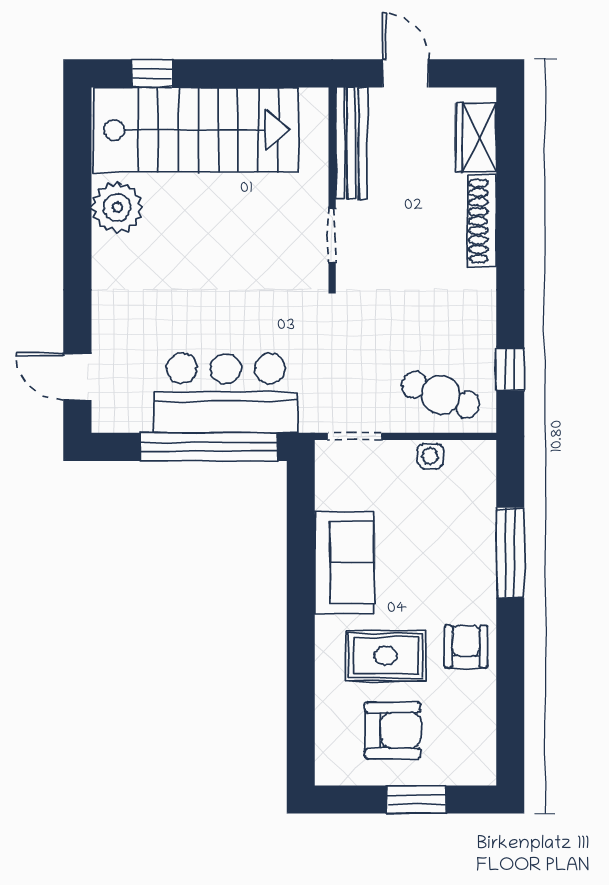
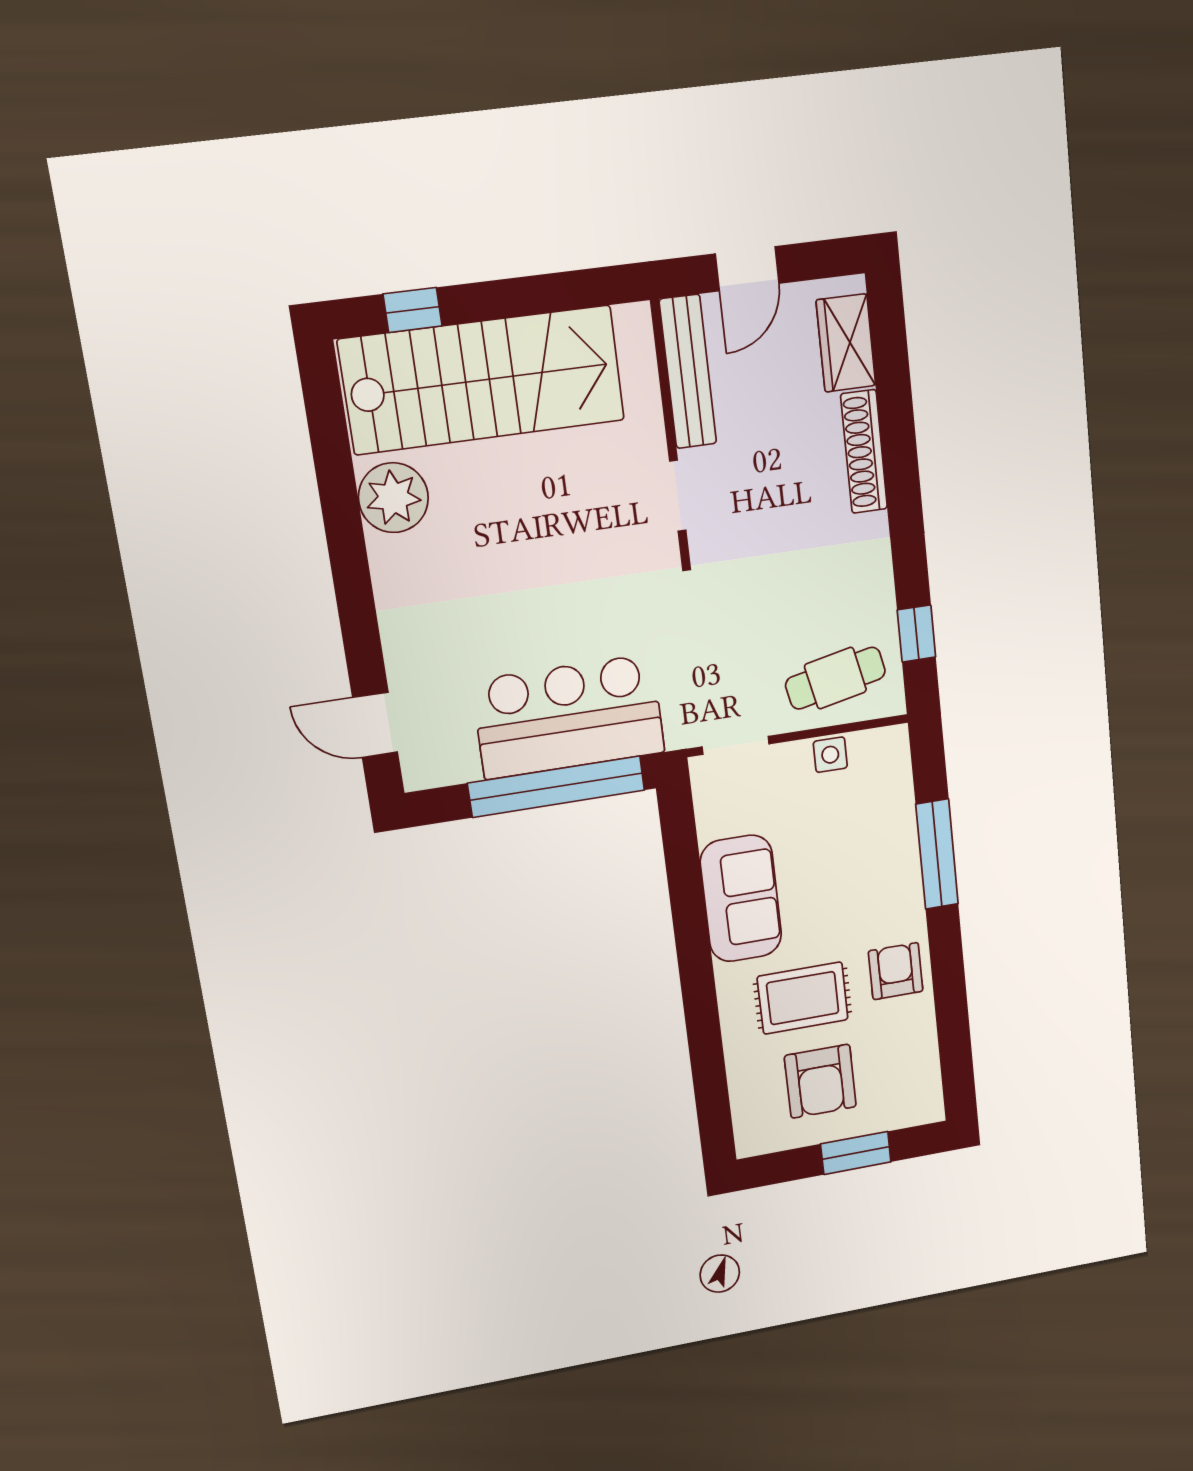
door: (406, 73) -> (747, 269), swing flipped
cafe table: (441, 395) -> (835, 678), turned -33
armchair: (393, 730) -> (820, 1081), turned 90

